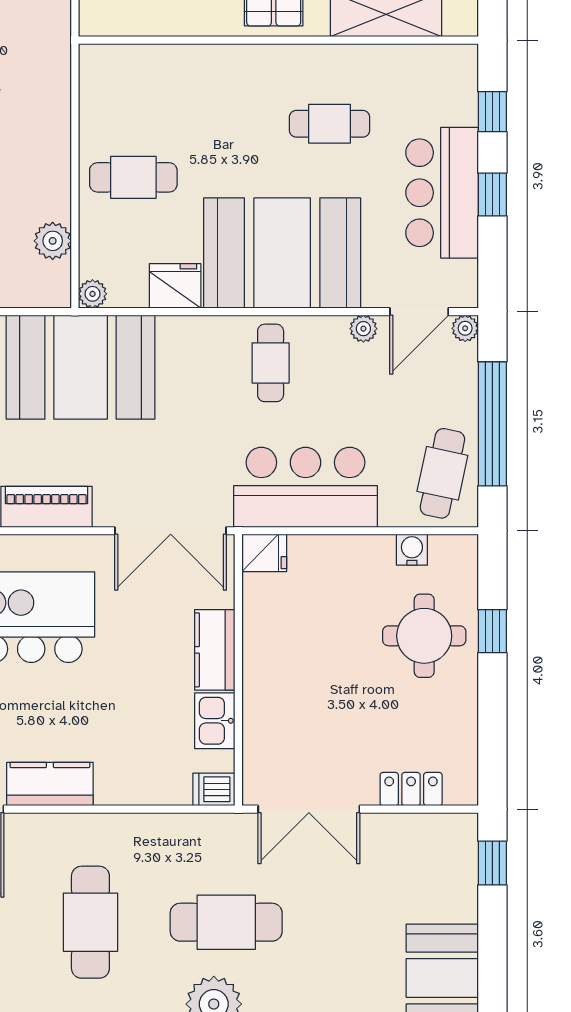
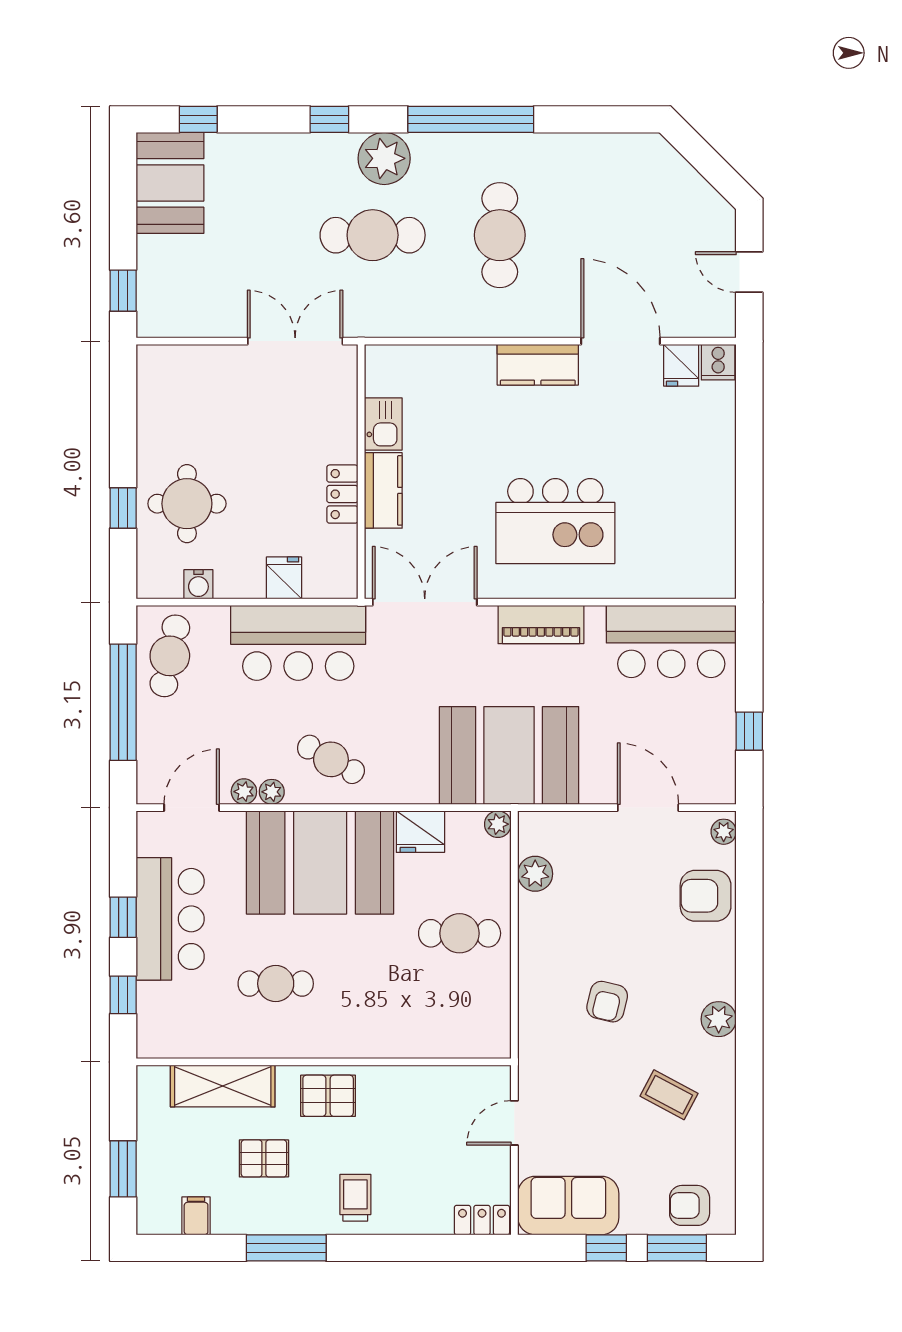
plant: (465, 328) -> (272, 792), moved
cafe table: (271, 363) -> (331, 759), turned -61
fridge: (264, 553) -> (284, 578), moved, turned 90
dishwasher: (214, 789) -> (384, 360), removed
locker: (411, 789) -> (342, 494), moved, turned 90

